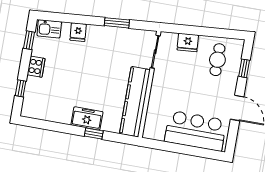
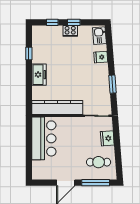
window: (29, 40) -> (74, 22), moved
window: (244, 68) -> (96, 183), width x2.17
bar counter: (195, 131) -> (44, 138), moved
window: (94, 133) -> (29, 54), moved

